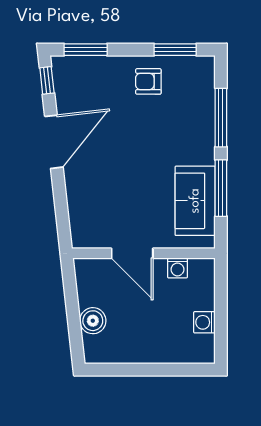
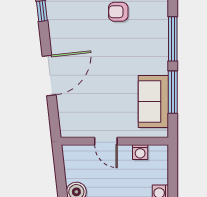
door: (54, 142) -> (49, 76), moved
door: (132, 253) -> (106, 141), width x0.73

